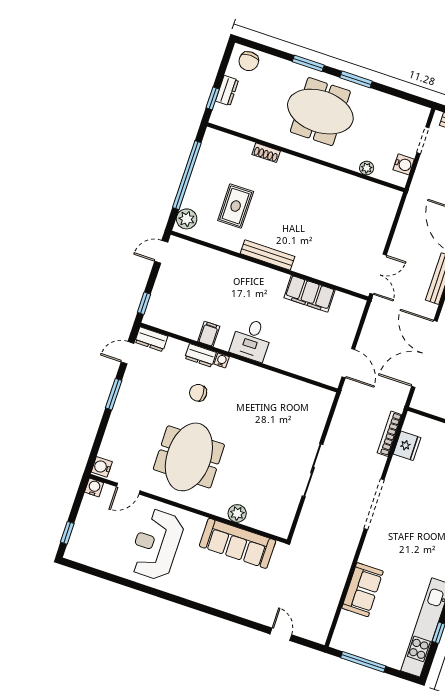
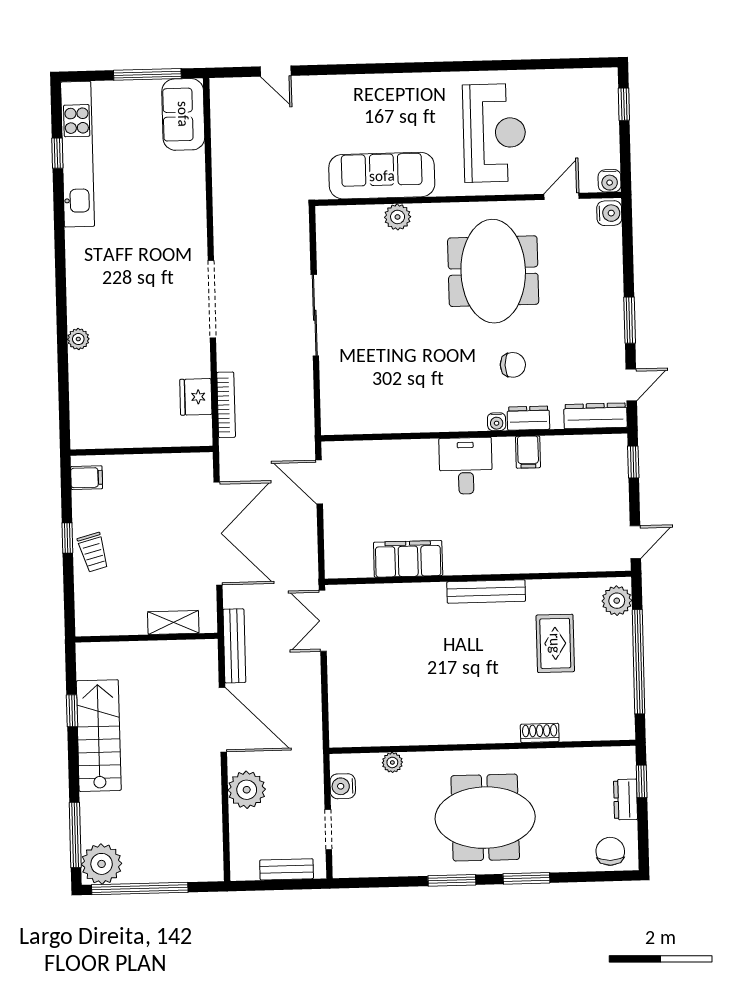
dresser: (151, 339) -> (595, 416), width x1.44
sofa: (362, 590) -> (183, 114), moved

